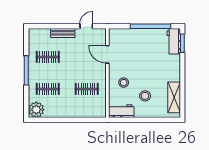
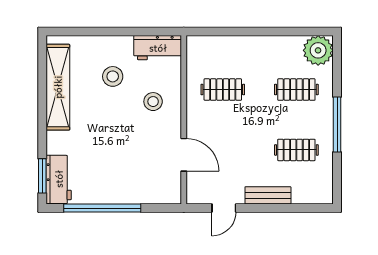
shelving: (174, 97) -> (58, 87), width x1.47

